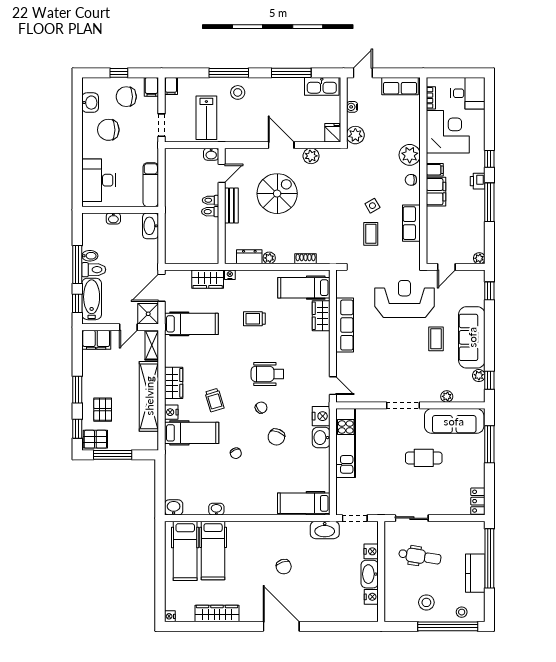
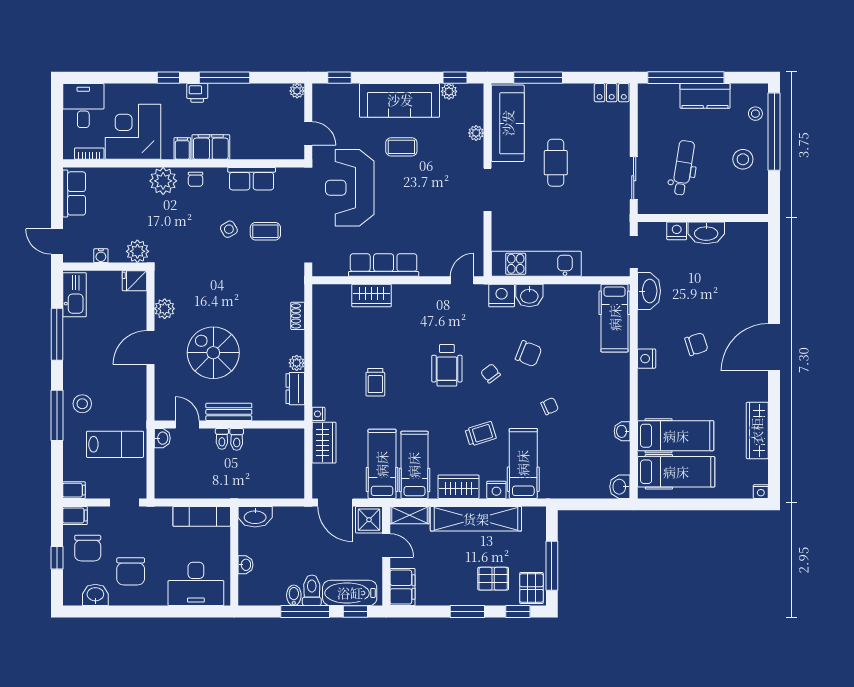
hospital bed: (304, 288) -> (414, 465), moved, turned 180
nightstand: (371, 597) -> (647, 359), moved, turned -90

